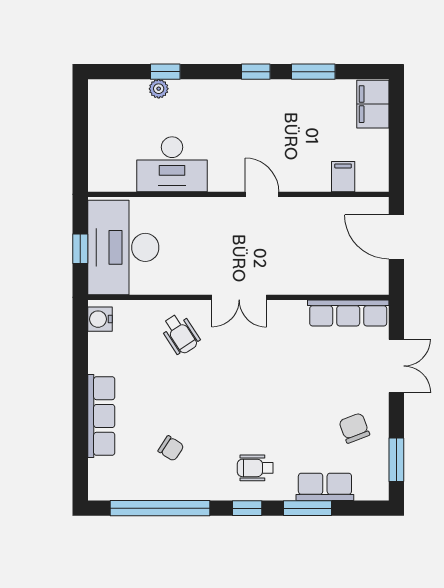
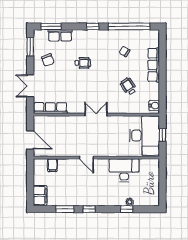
wheelchair: (180, 334) -> (128, 86), moved
wheelchair: (255, 468) -> (83, 63), moved
window: (307, 508) -> (51, 26), moved

